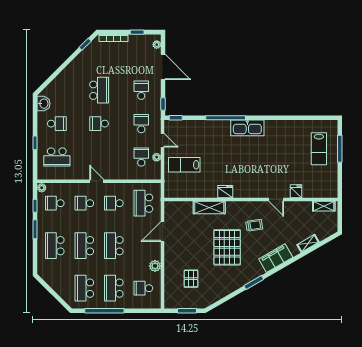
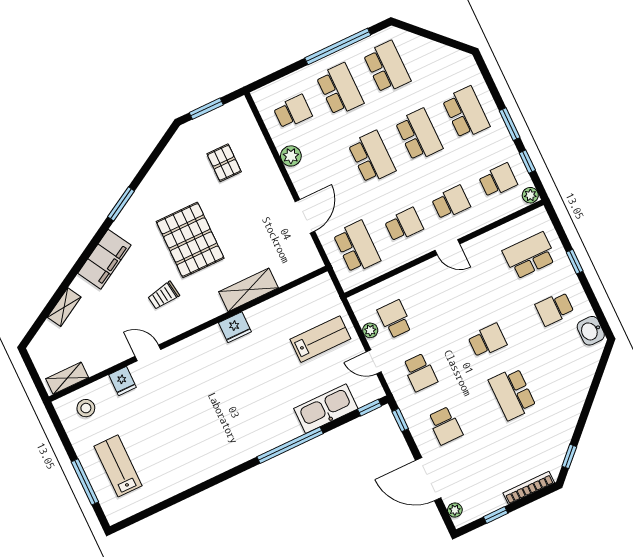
kitchen sink: (247, 128) -> (326, 409), moved
school desk: (141, 157) -> (395, 319), turned 180
stool: (321, 186) -> (86, 408), added

